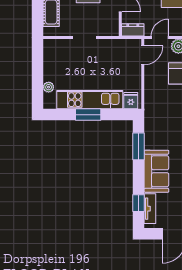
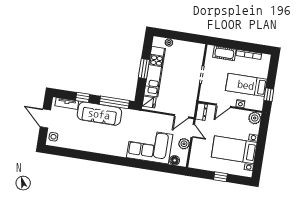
door: (143, 55) -> (181, 116), hinge flipped
window: (139, 146) -> (114, 102), width x1.44
sofa: (156, 171) -> (99, 114), width x1.36
window: (139, 203) -> (83, 97), moved

